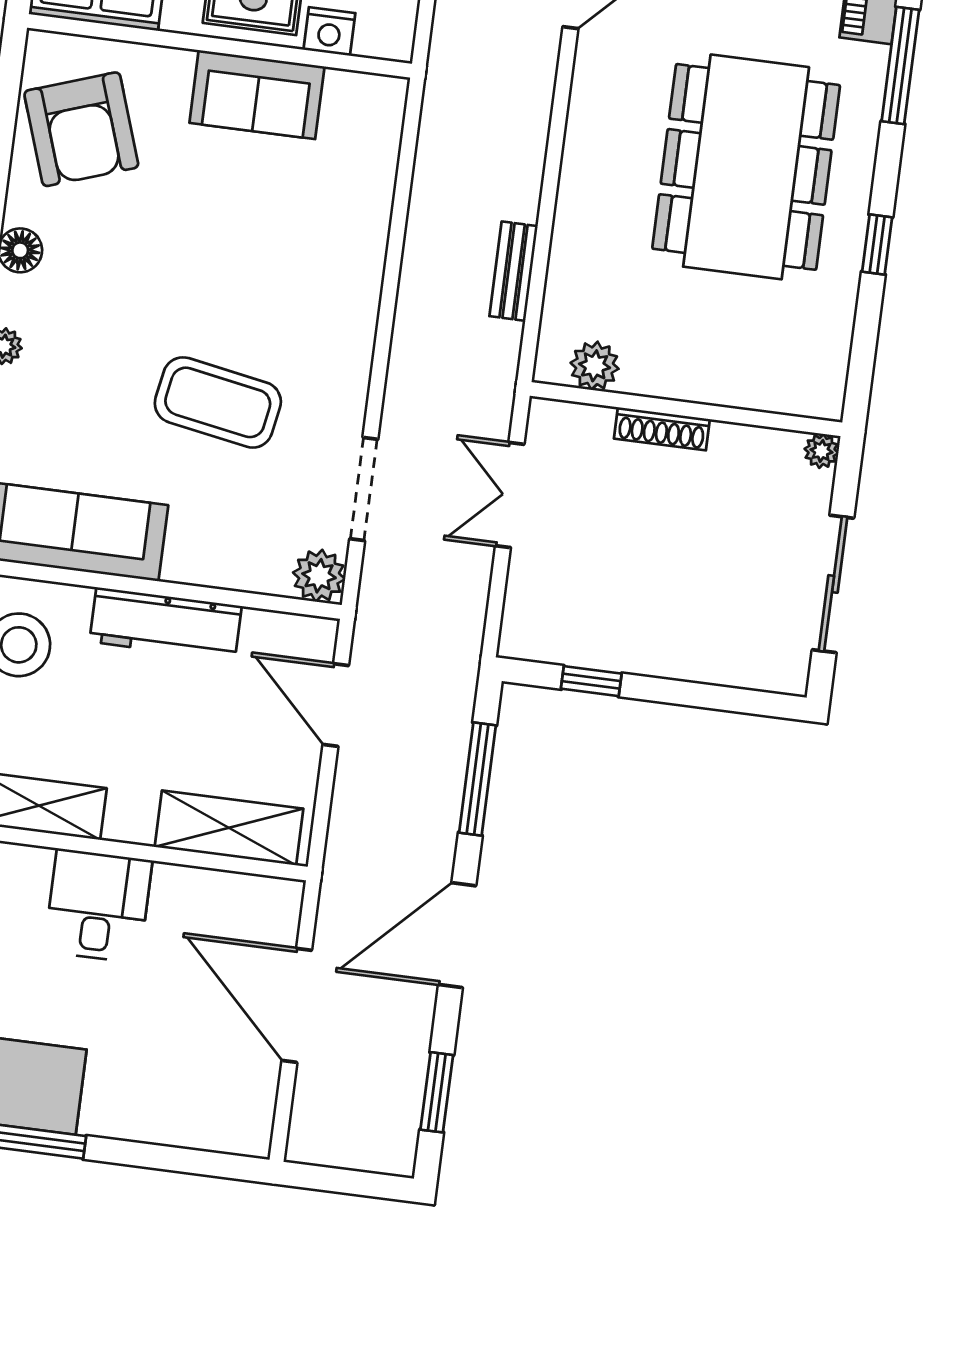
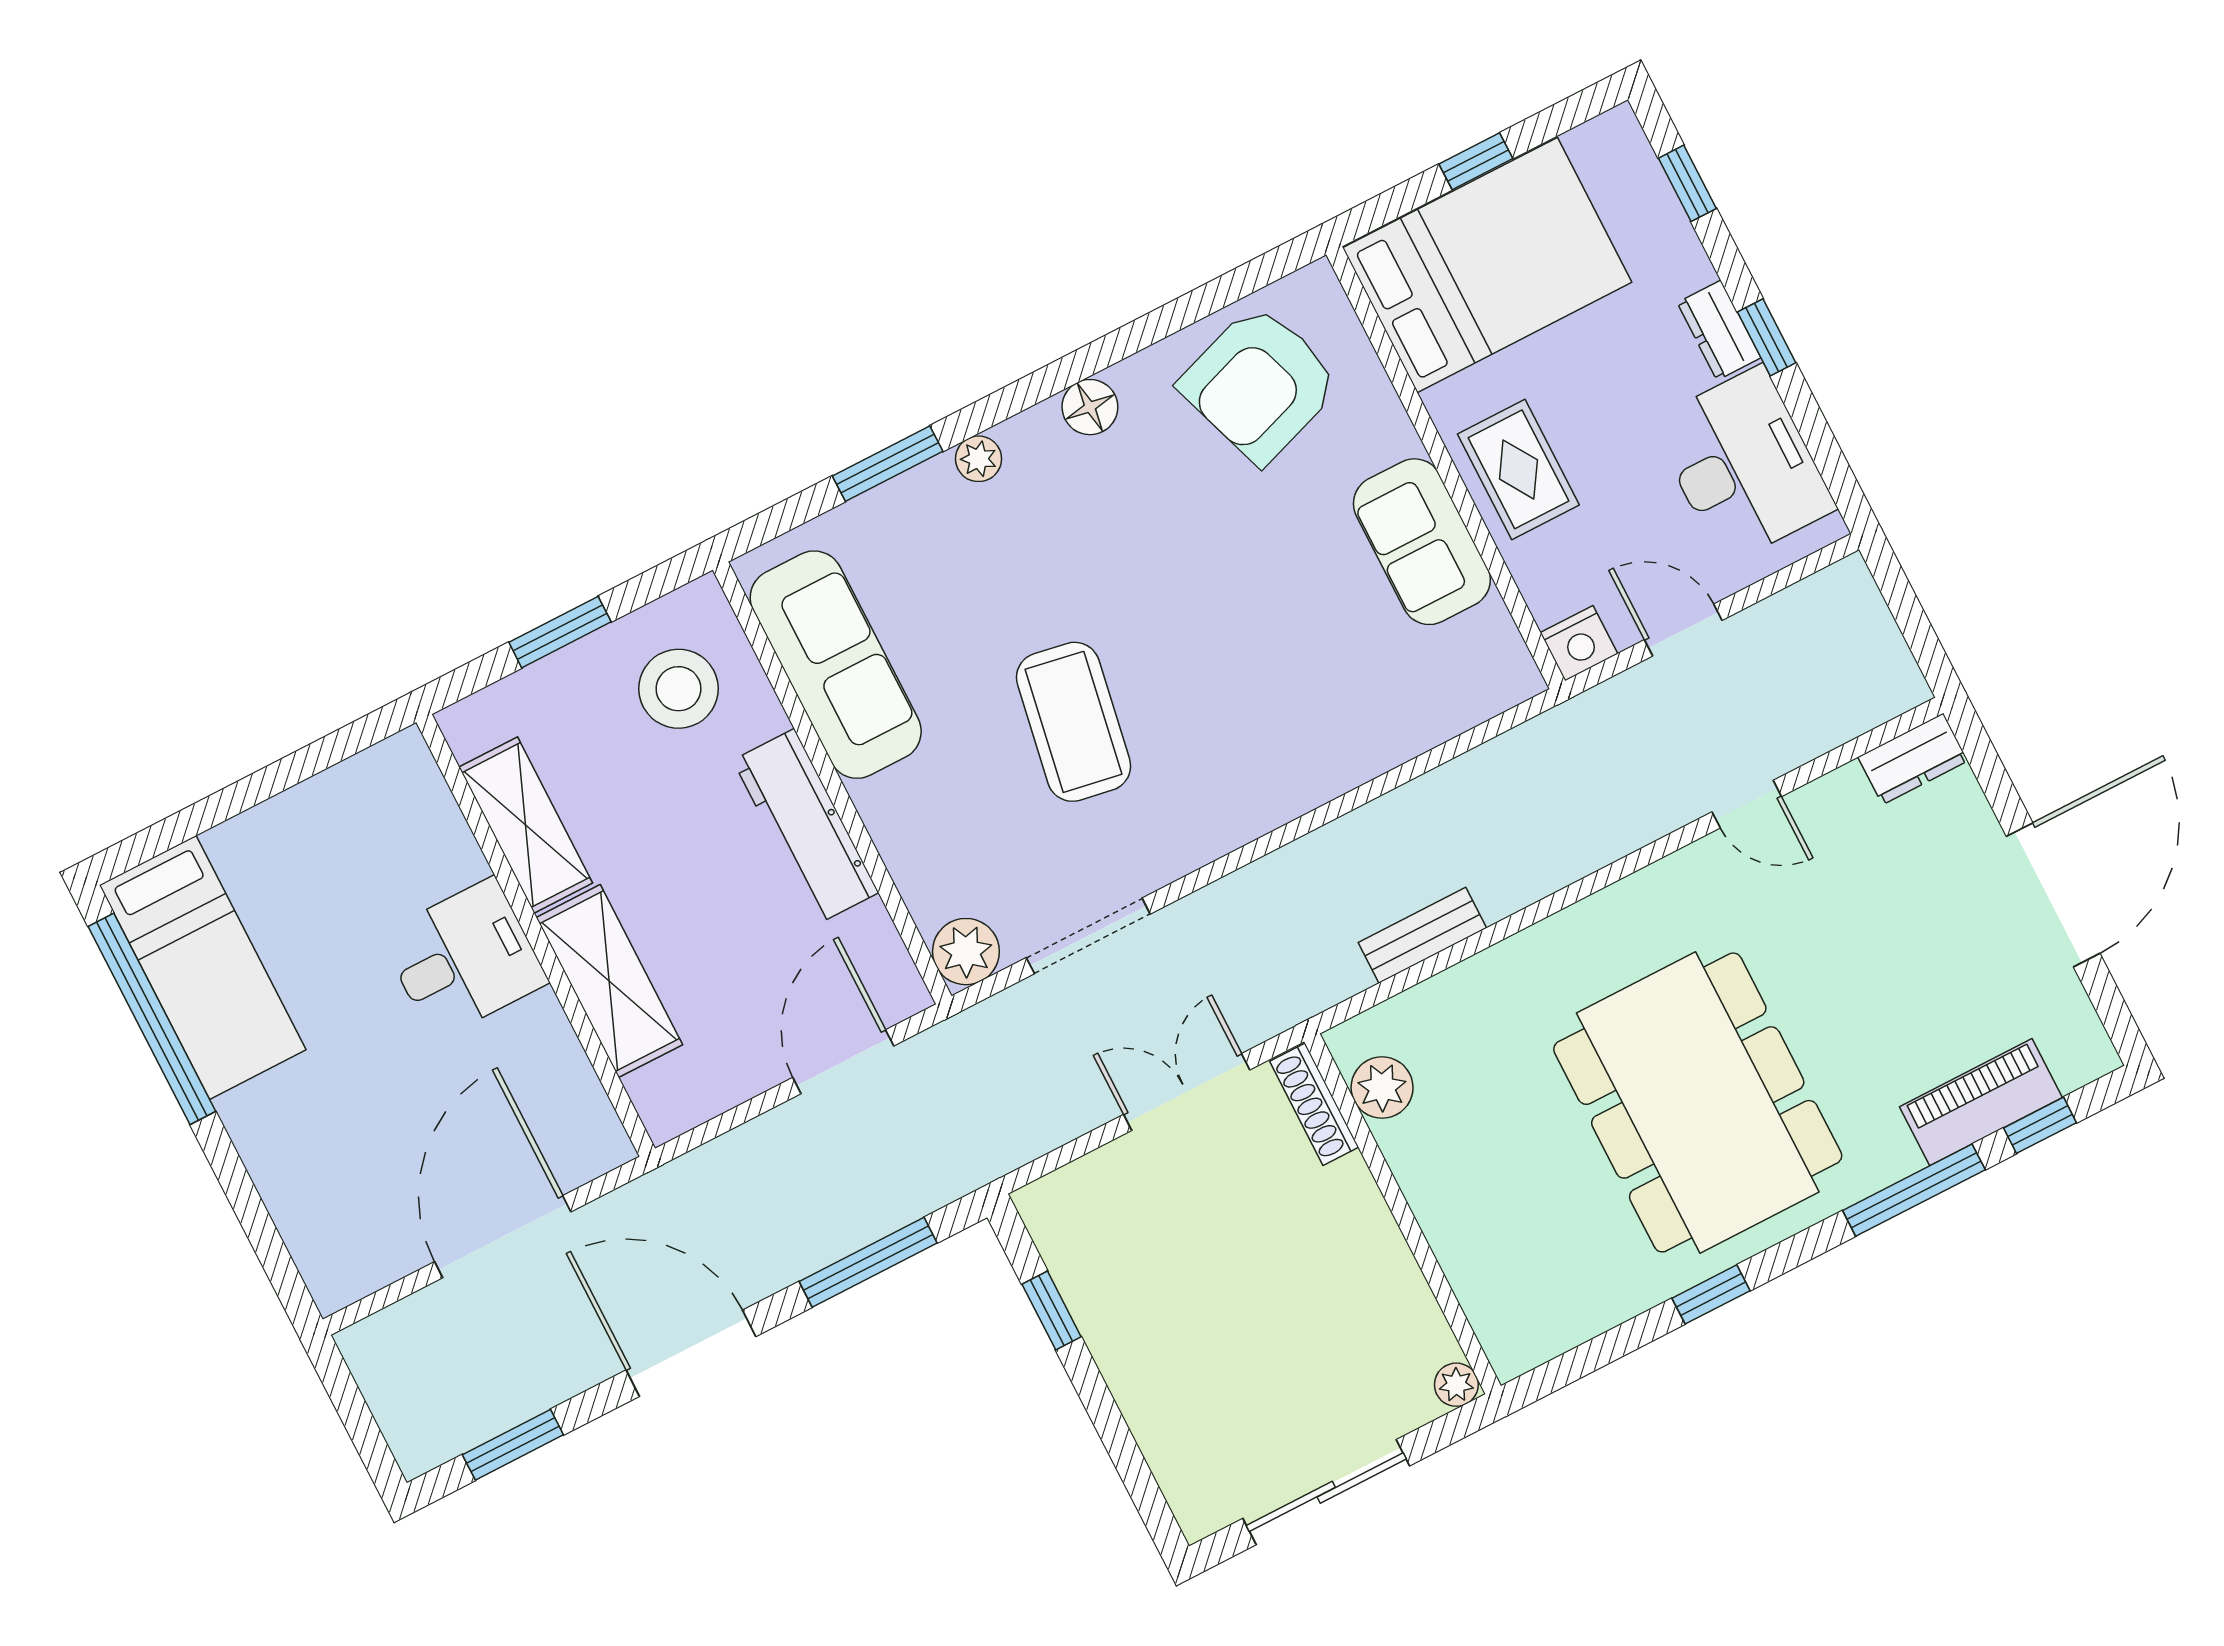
nightstand: (329, 31) -> (1579, 643), moved, turned -90
dining table: (746, 167) -> (1698, 1102), turned 90
shoe rack: (662, 429) -> (1314, 1104), moved
shelving: (229, 828) -> (609, 981), moved

